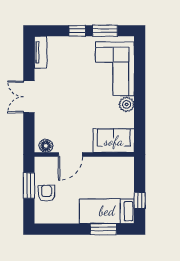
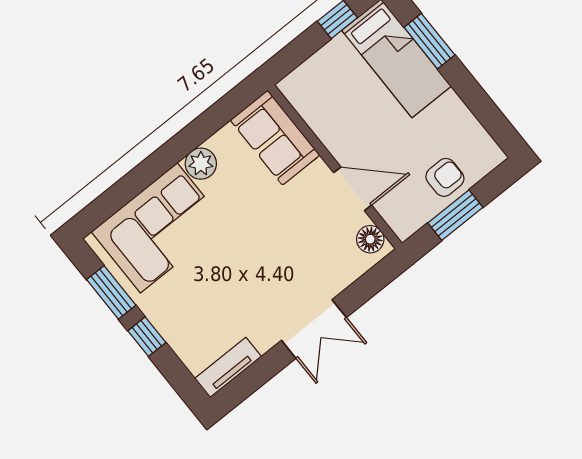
armchair: (47, 193) -> (445, 177), turned 180

